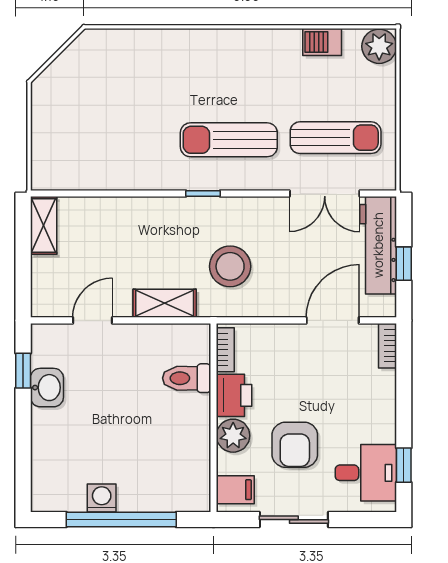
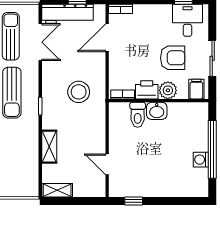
shelving: (165, 303) -> (49, 147), moved
door: (333, 320) -> (107, 38), hinge flipped
washbasin: (47, 388) -> (157, 111), moved, turned 180

